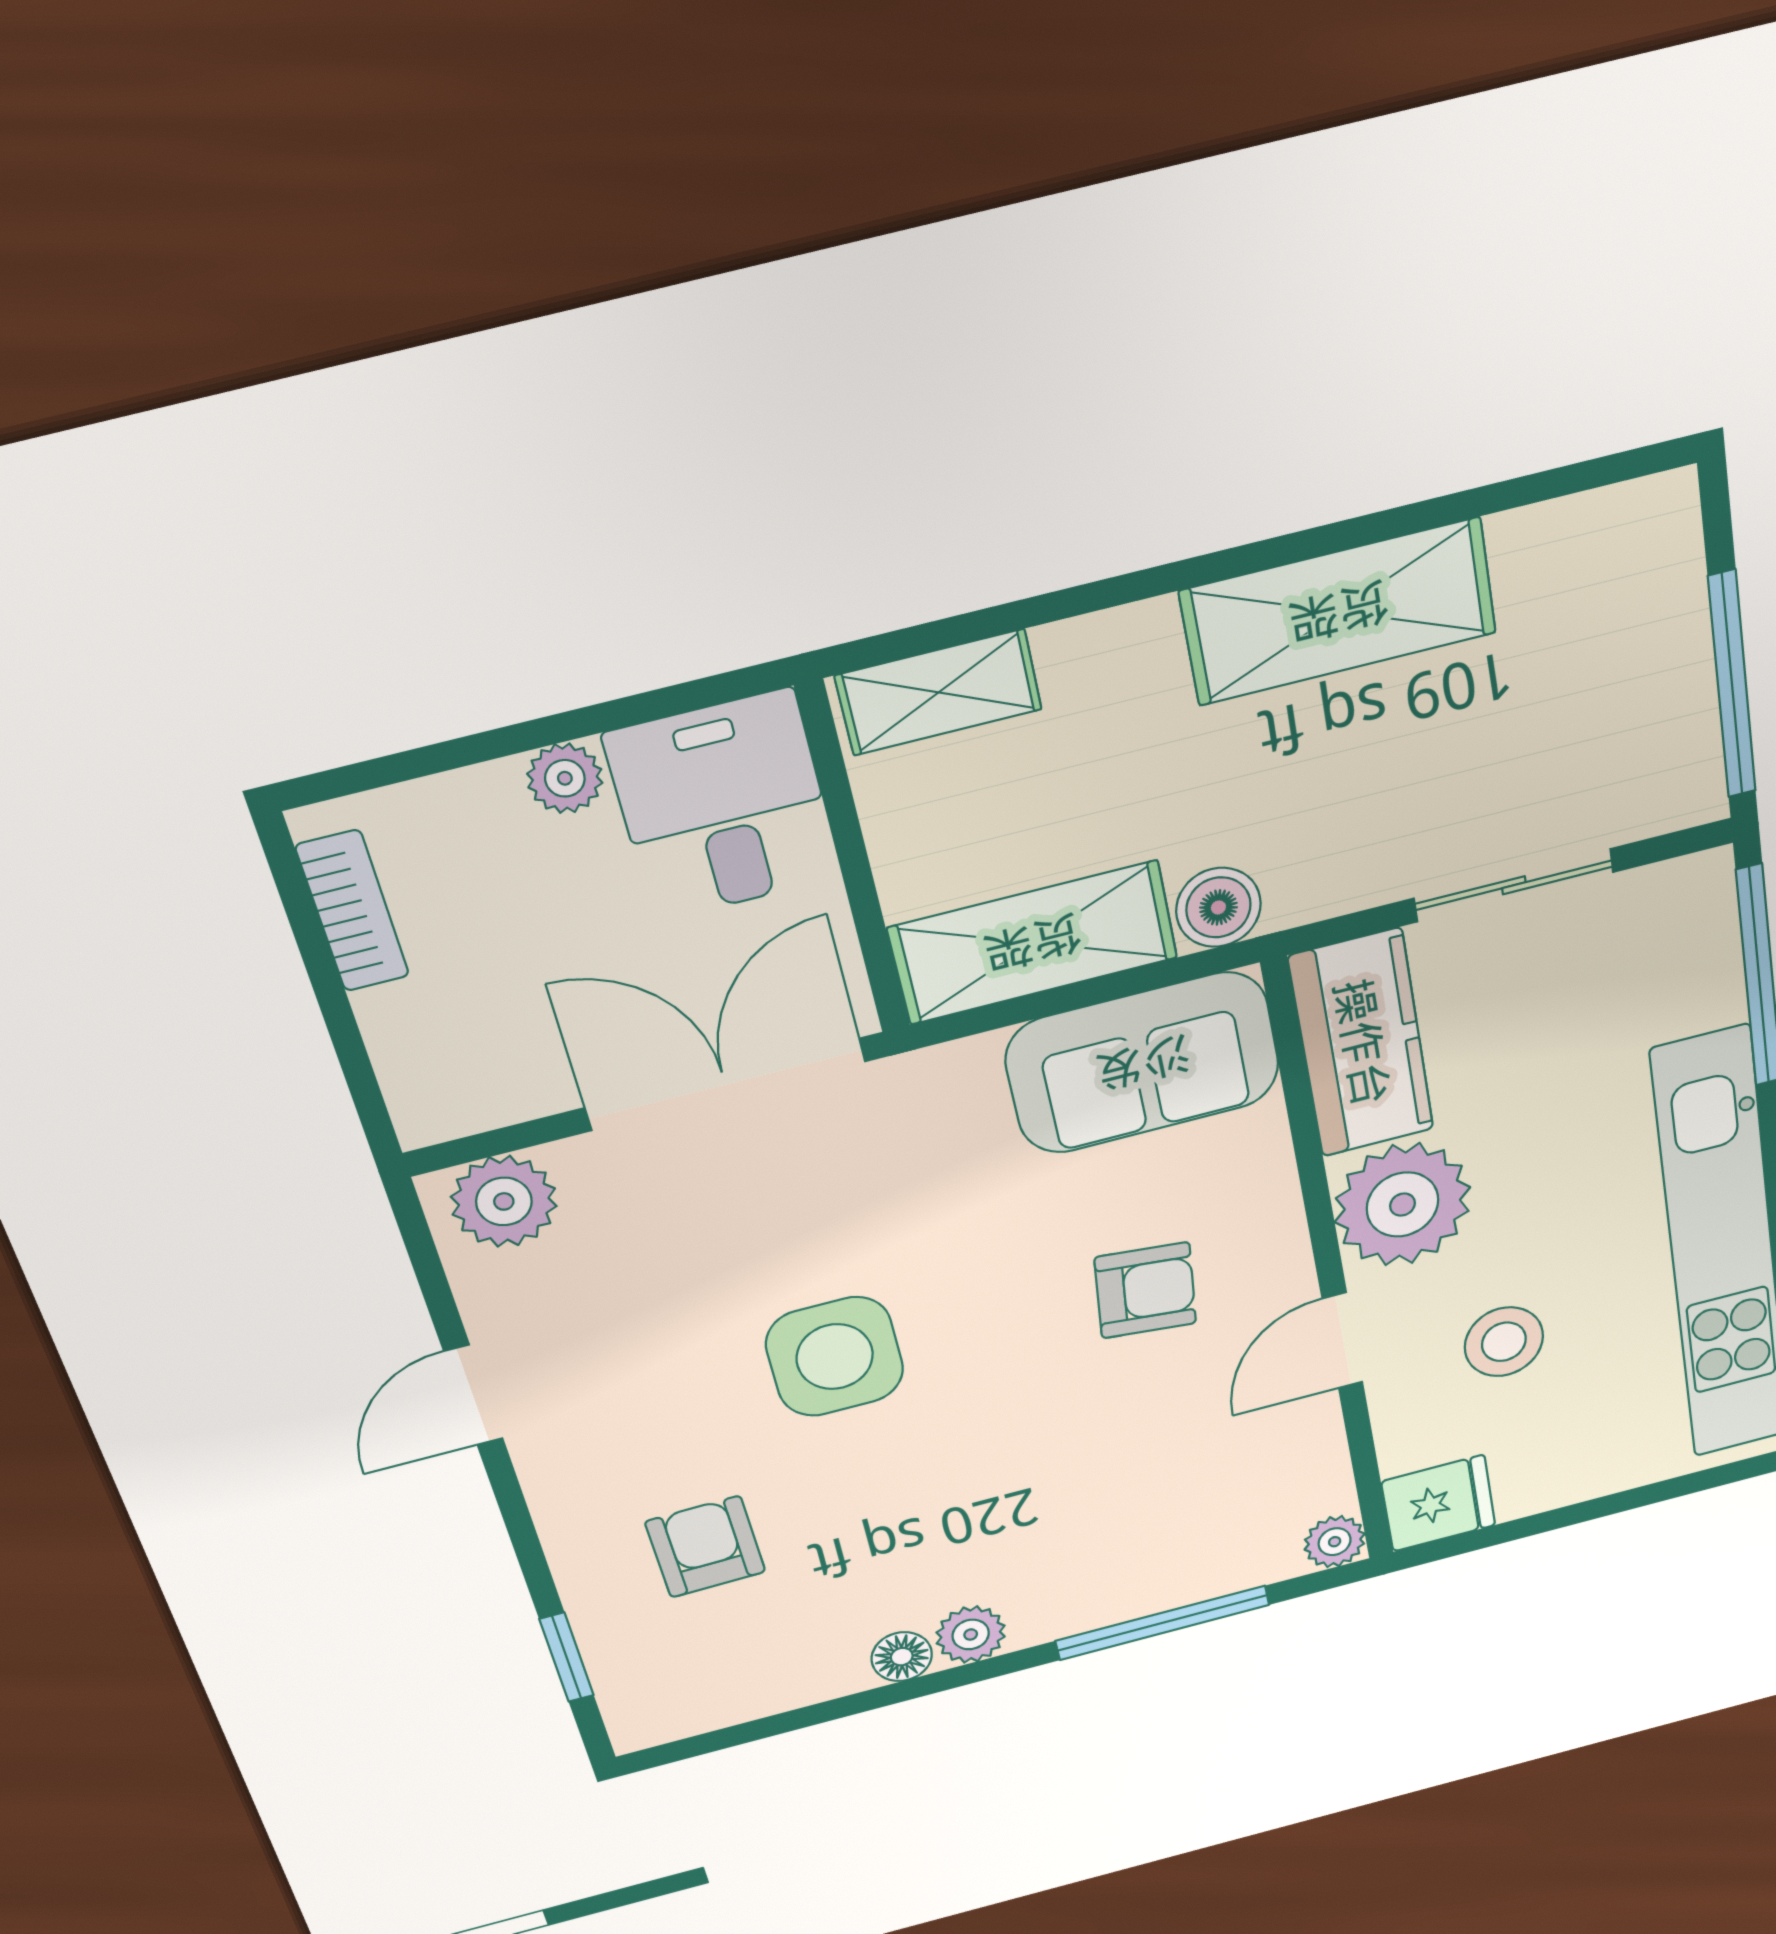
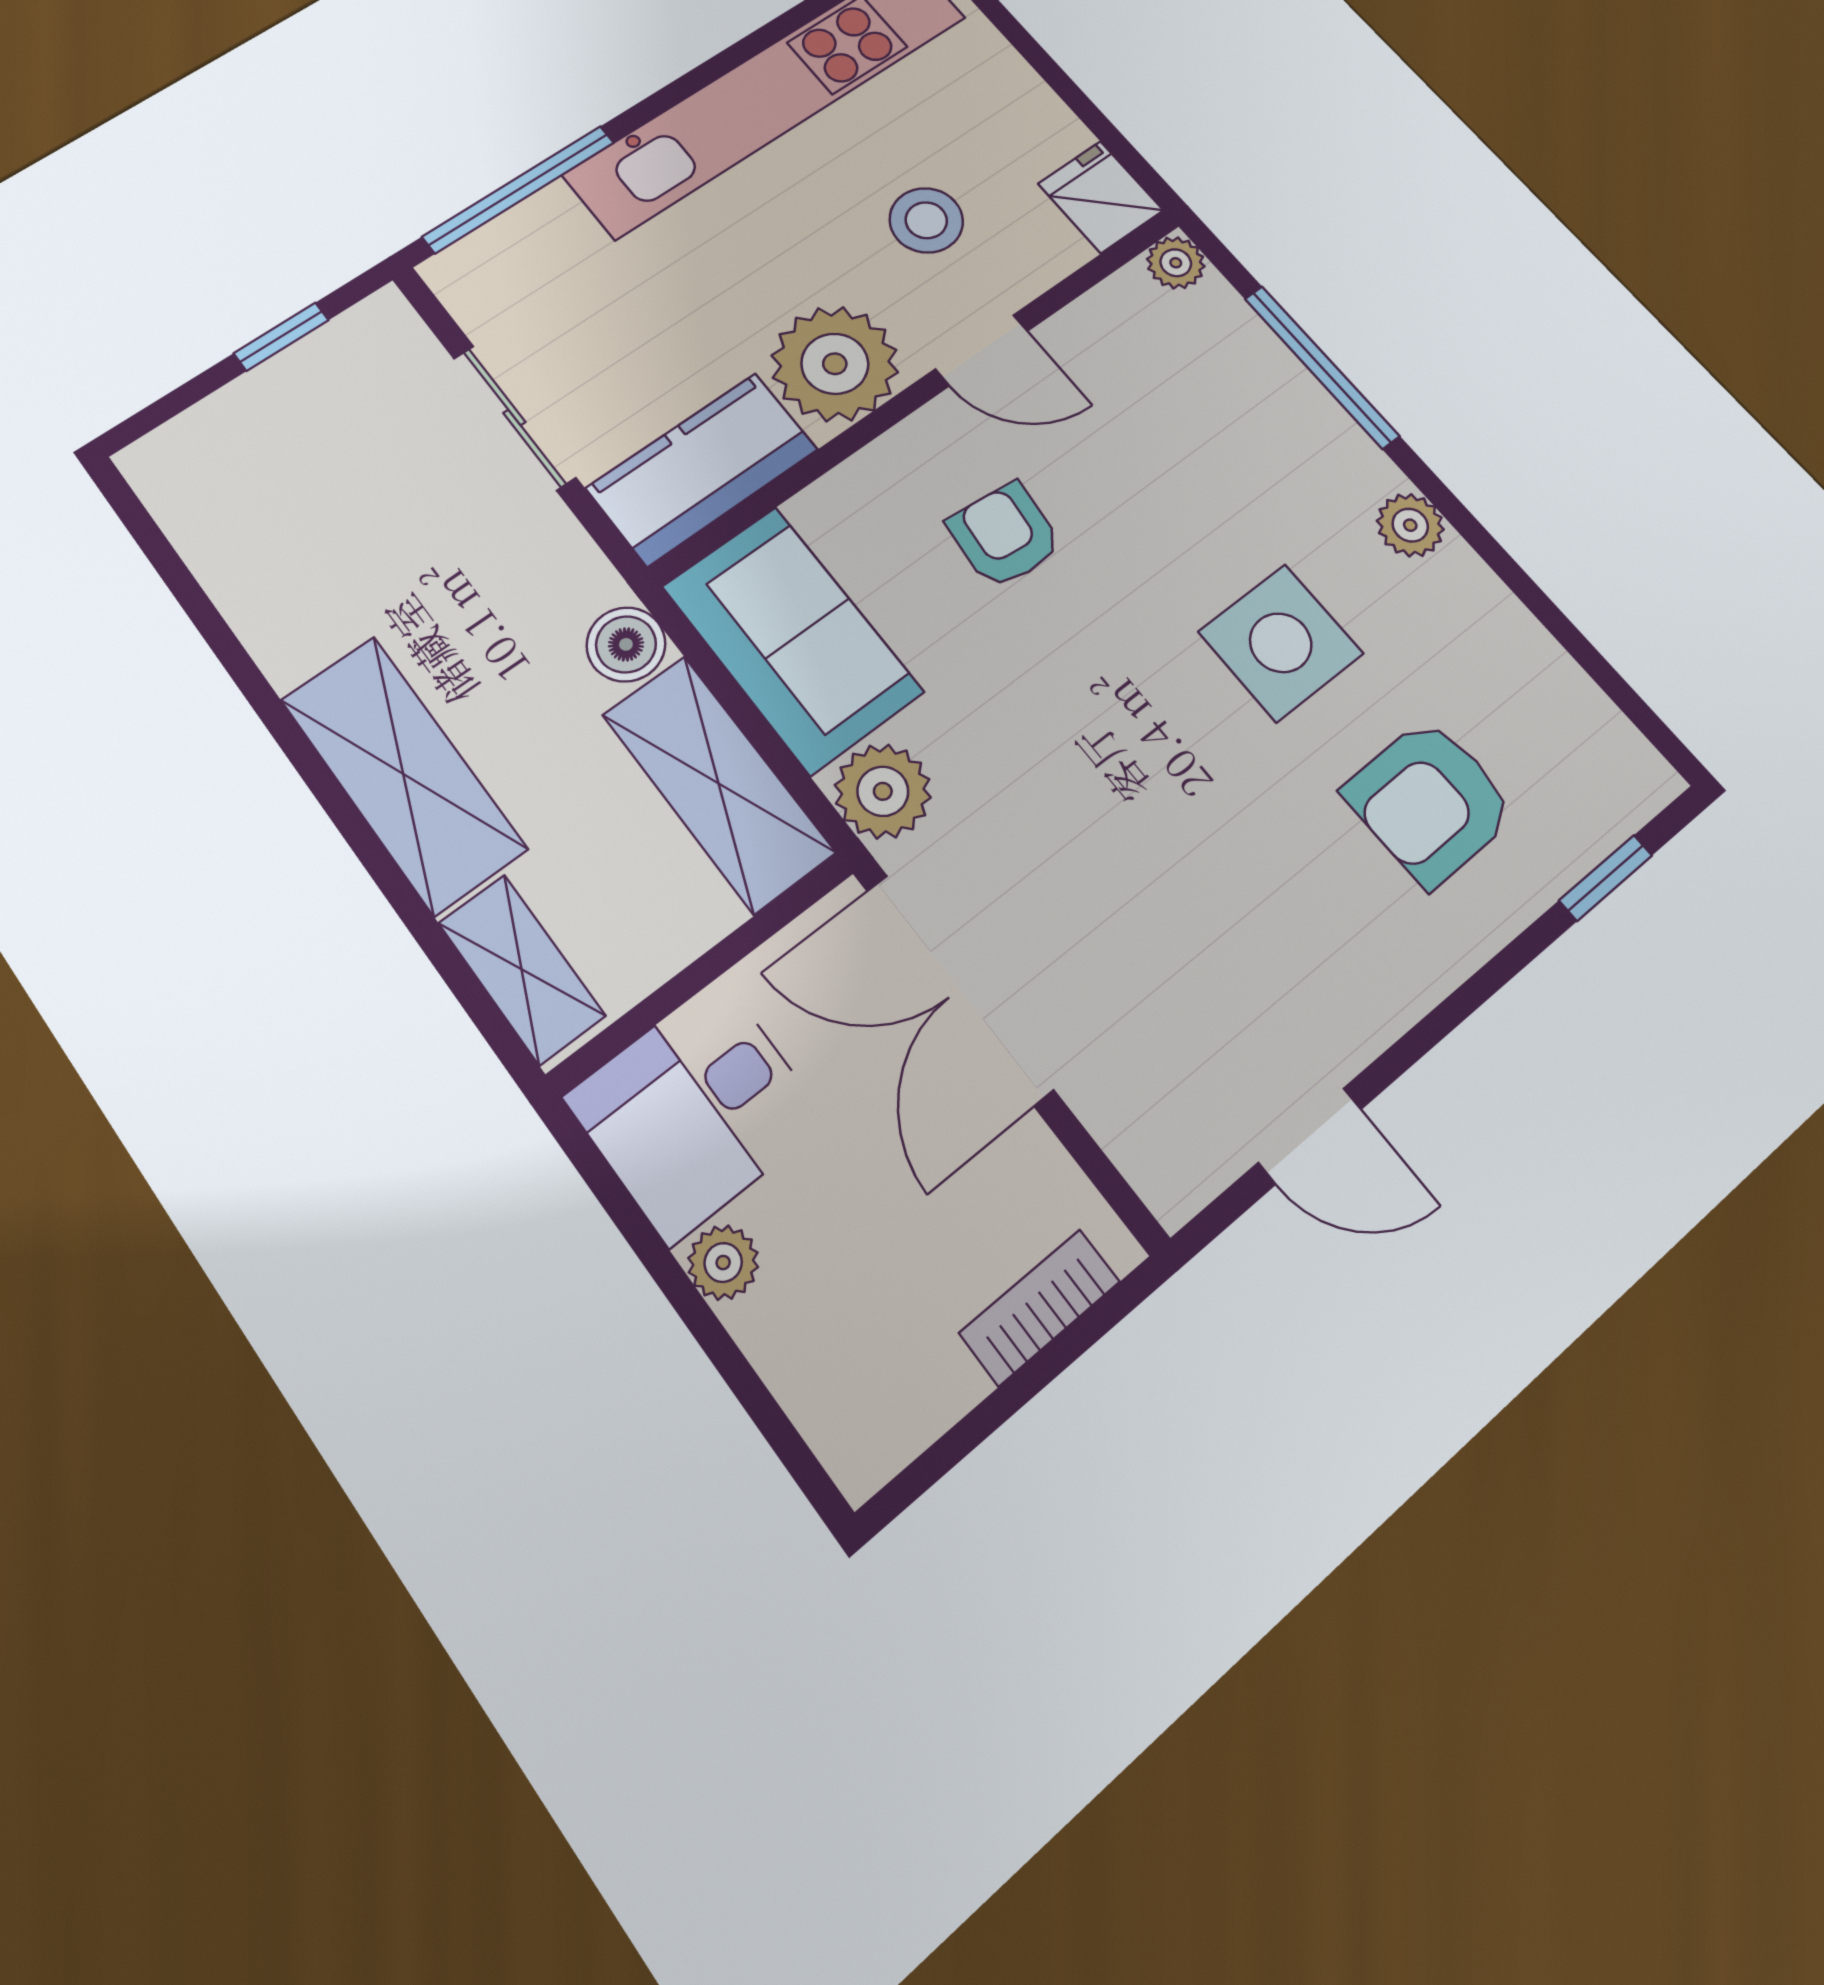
shelving: (1339, 612) -> (403, 774), moved
window: (1732, 685) -> (281, 337), width x0.46
bookcase: (352, 911) -> (1040, 1307), moved
plant: (504, 1201) -> (883, 791), moved
side table: (835, 1357) -> (1281, 643), moved
door: (473, 1395) -> (1310, 1136), moved
armchair: (705, 1547) -> (1430, 801), width x1.38, depth x1.38
floor lamp: (902, 1657) -> (1461, 575), removed

